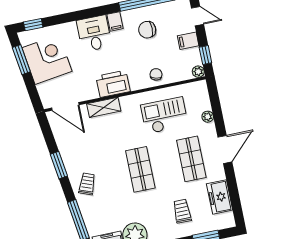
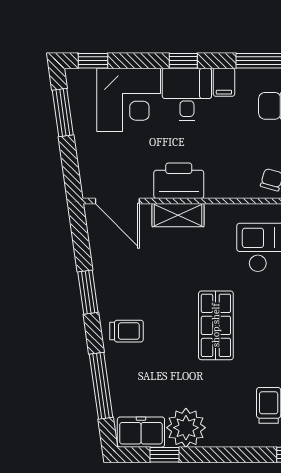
window: (88, 13) -> (183, 61), added
corner desk: (47, 60) -> (129, 100), moved, turned 98
printer: (113, 84) -> (179, 181), moved
trolley: (87, 184) -> (127, 331), turned 69

